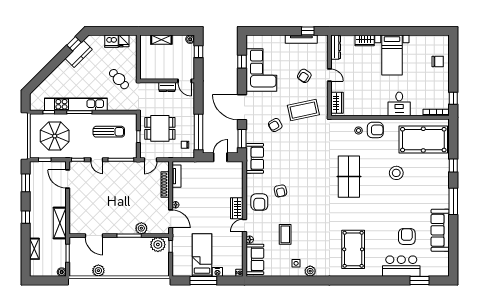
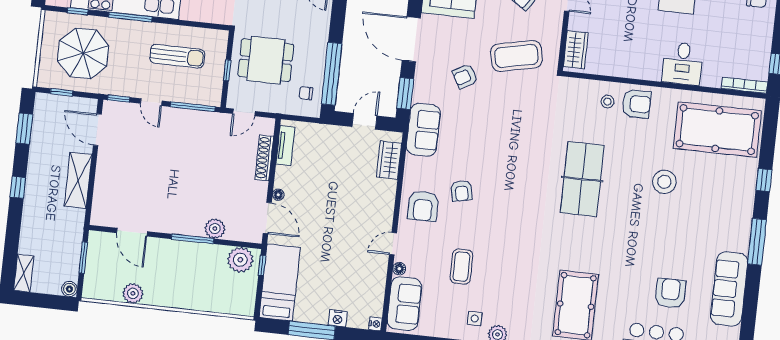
wardrobe: (237, 208) -> (389, 160), moved
shelving: (60, 223) -> (78, 180), moved
shelving: (34, 249) -> (24, 273), moved
bed: (202, 255) -> (280, 282), moved

